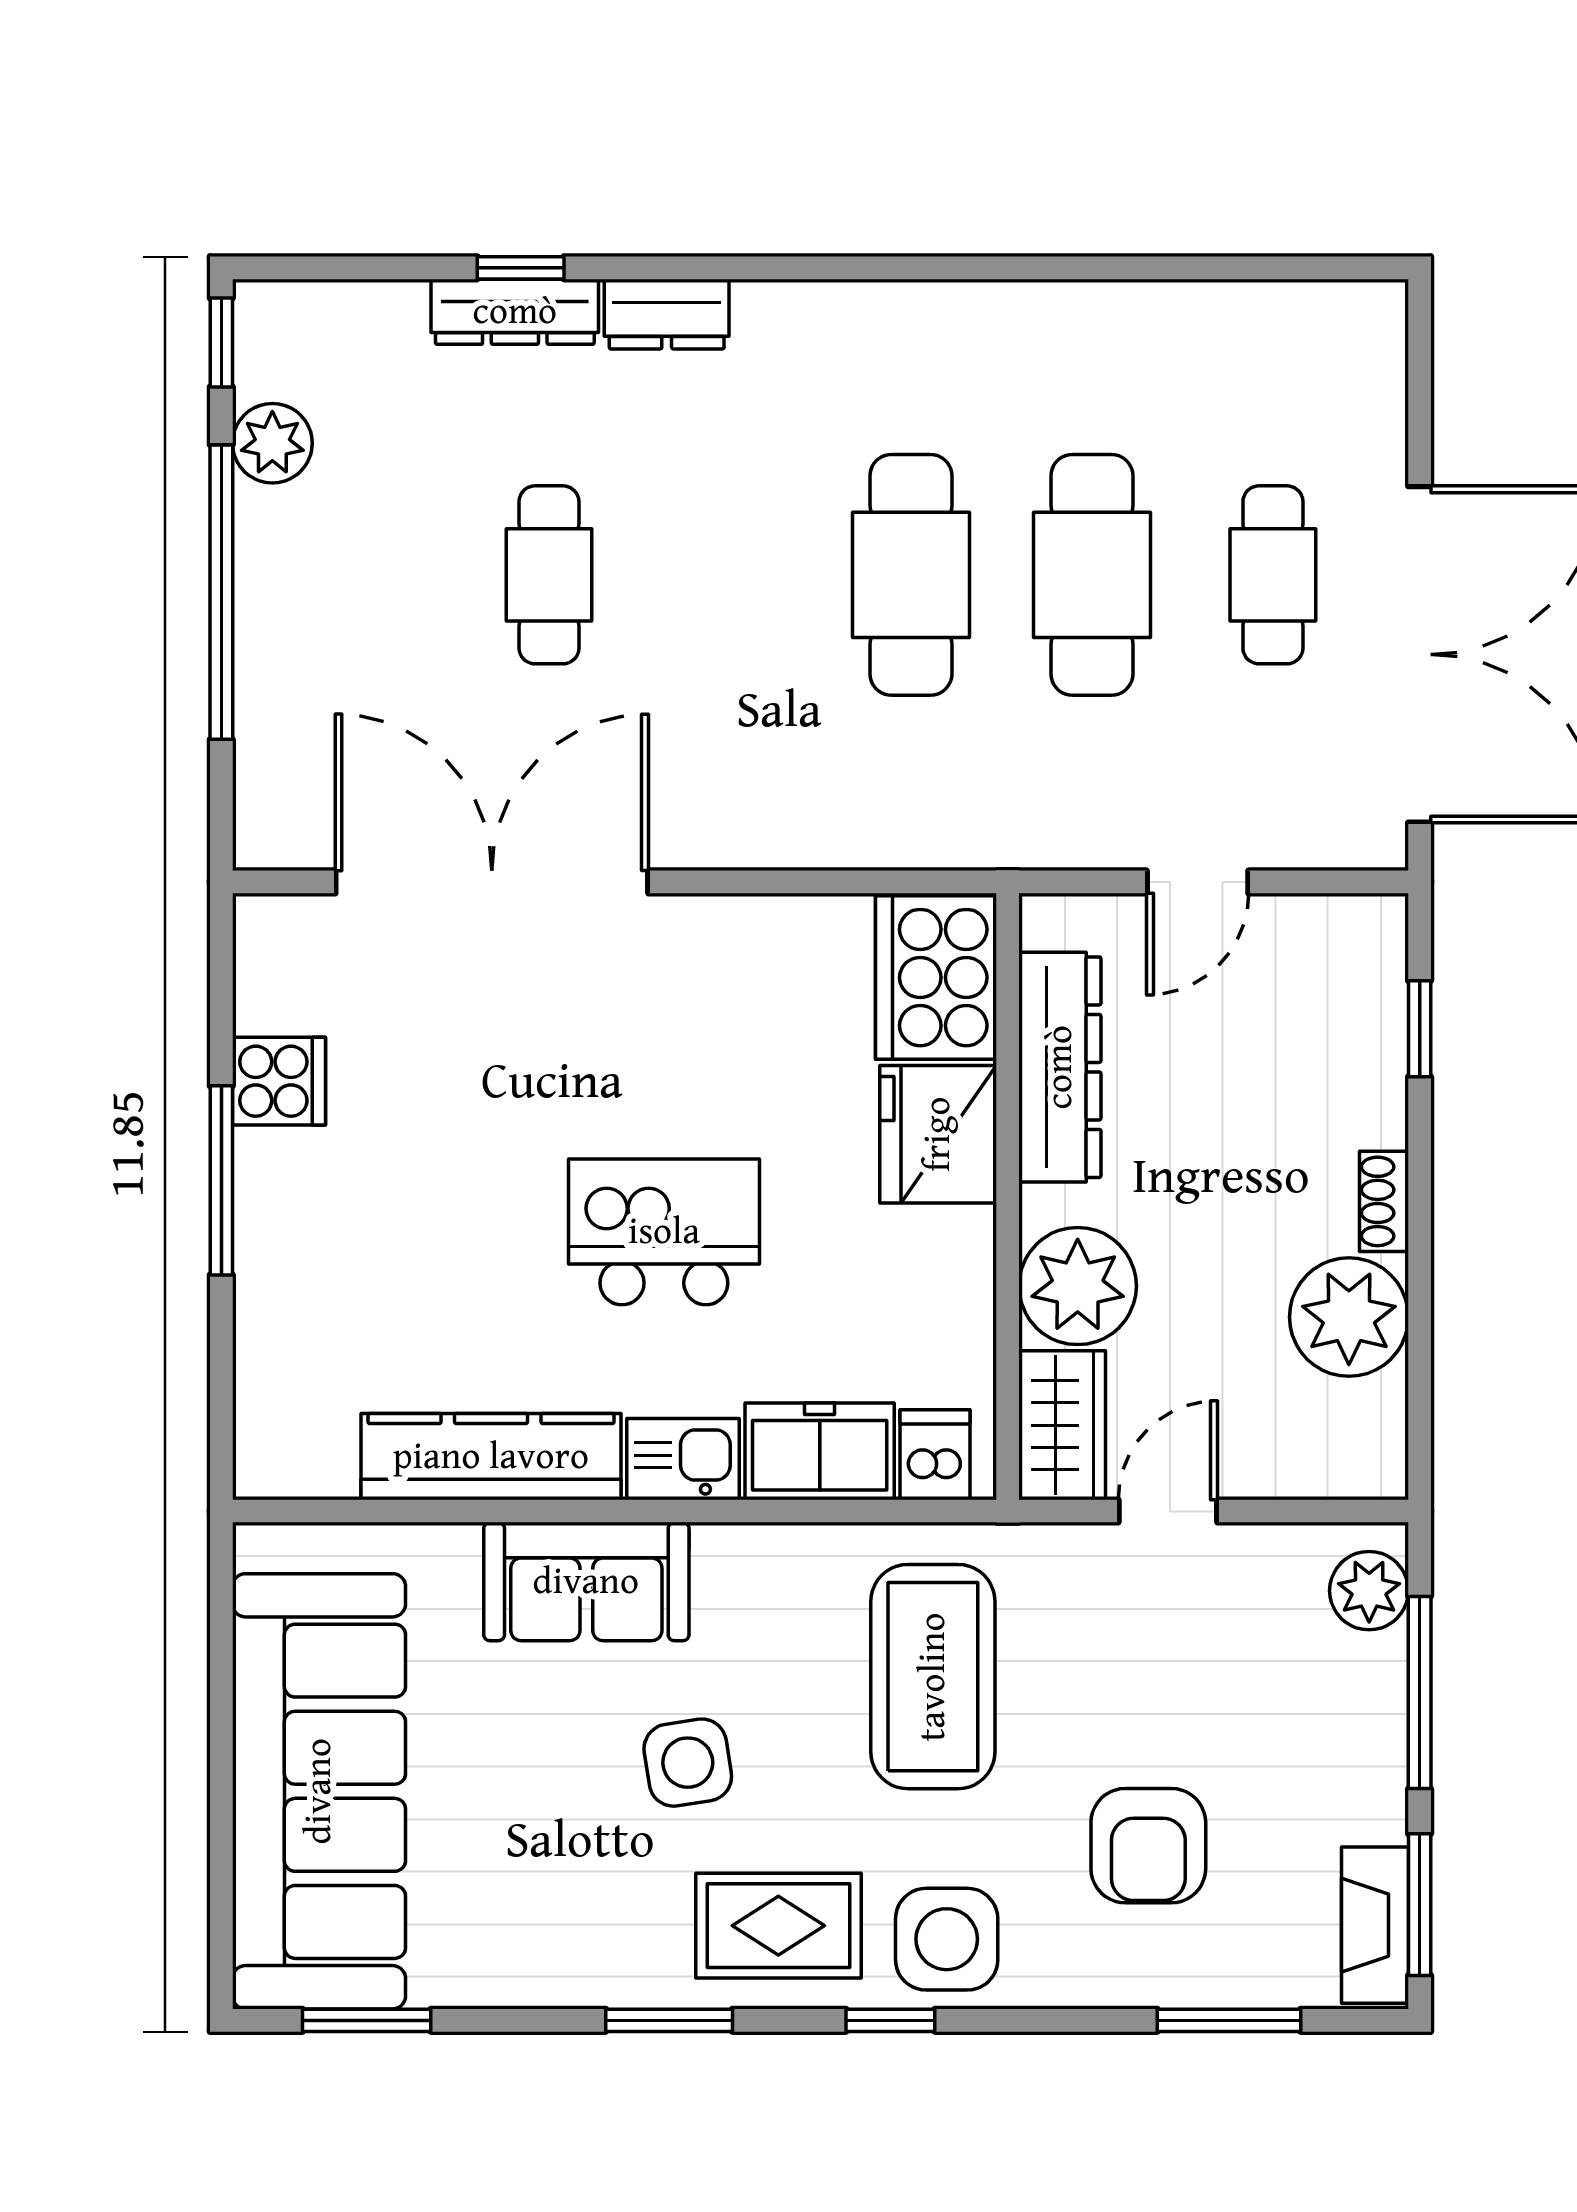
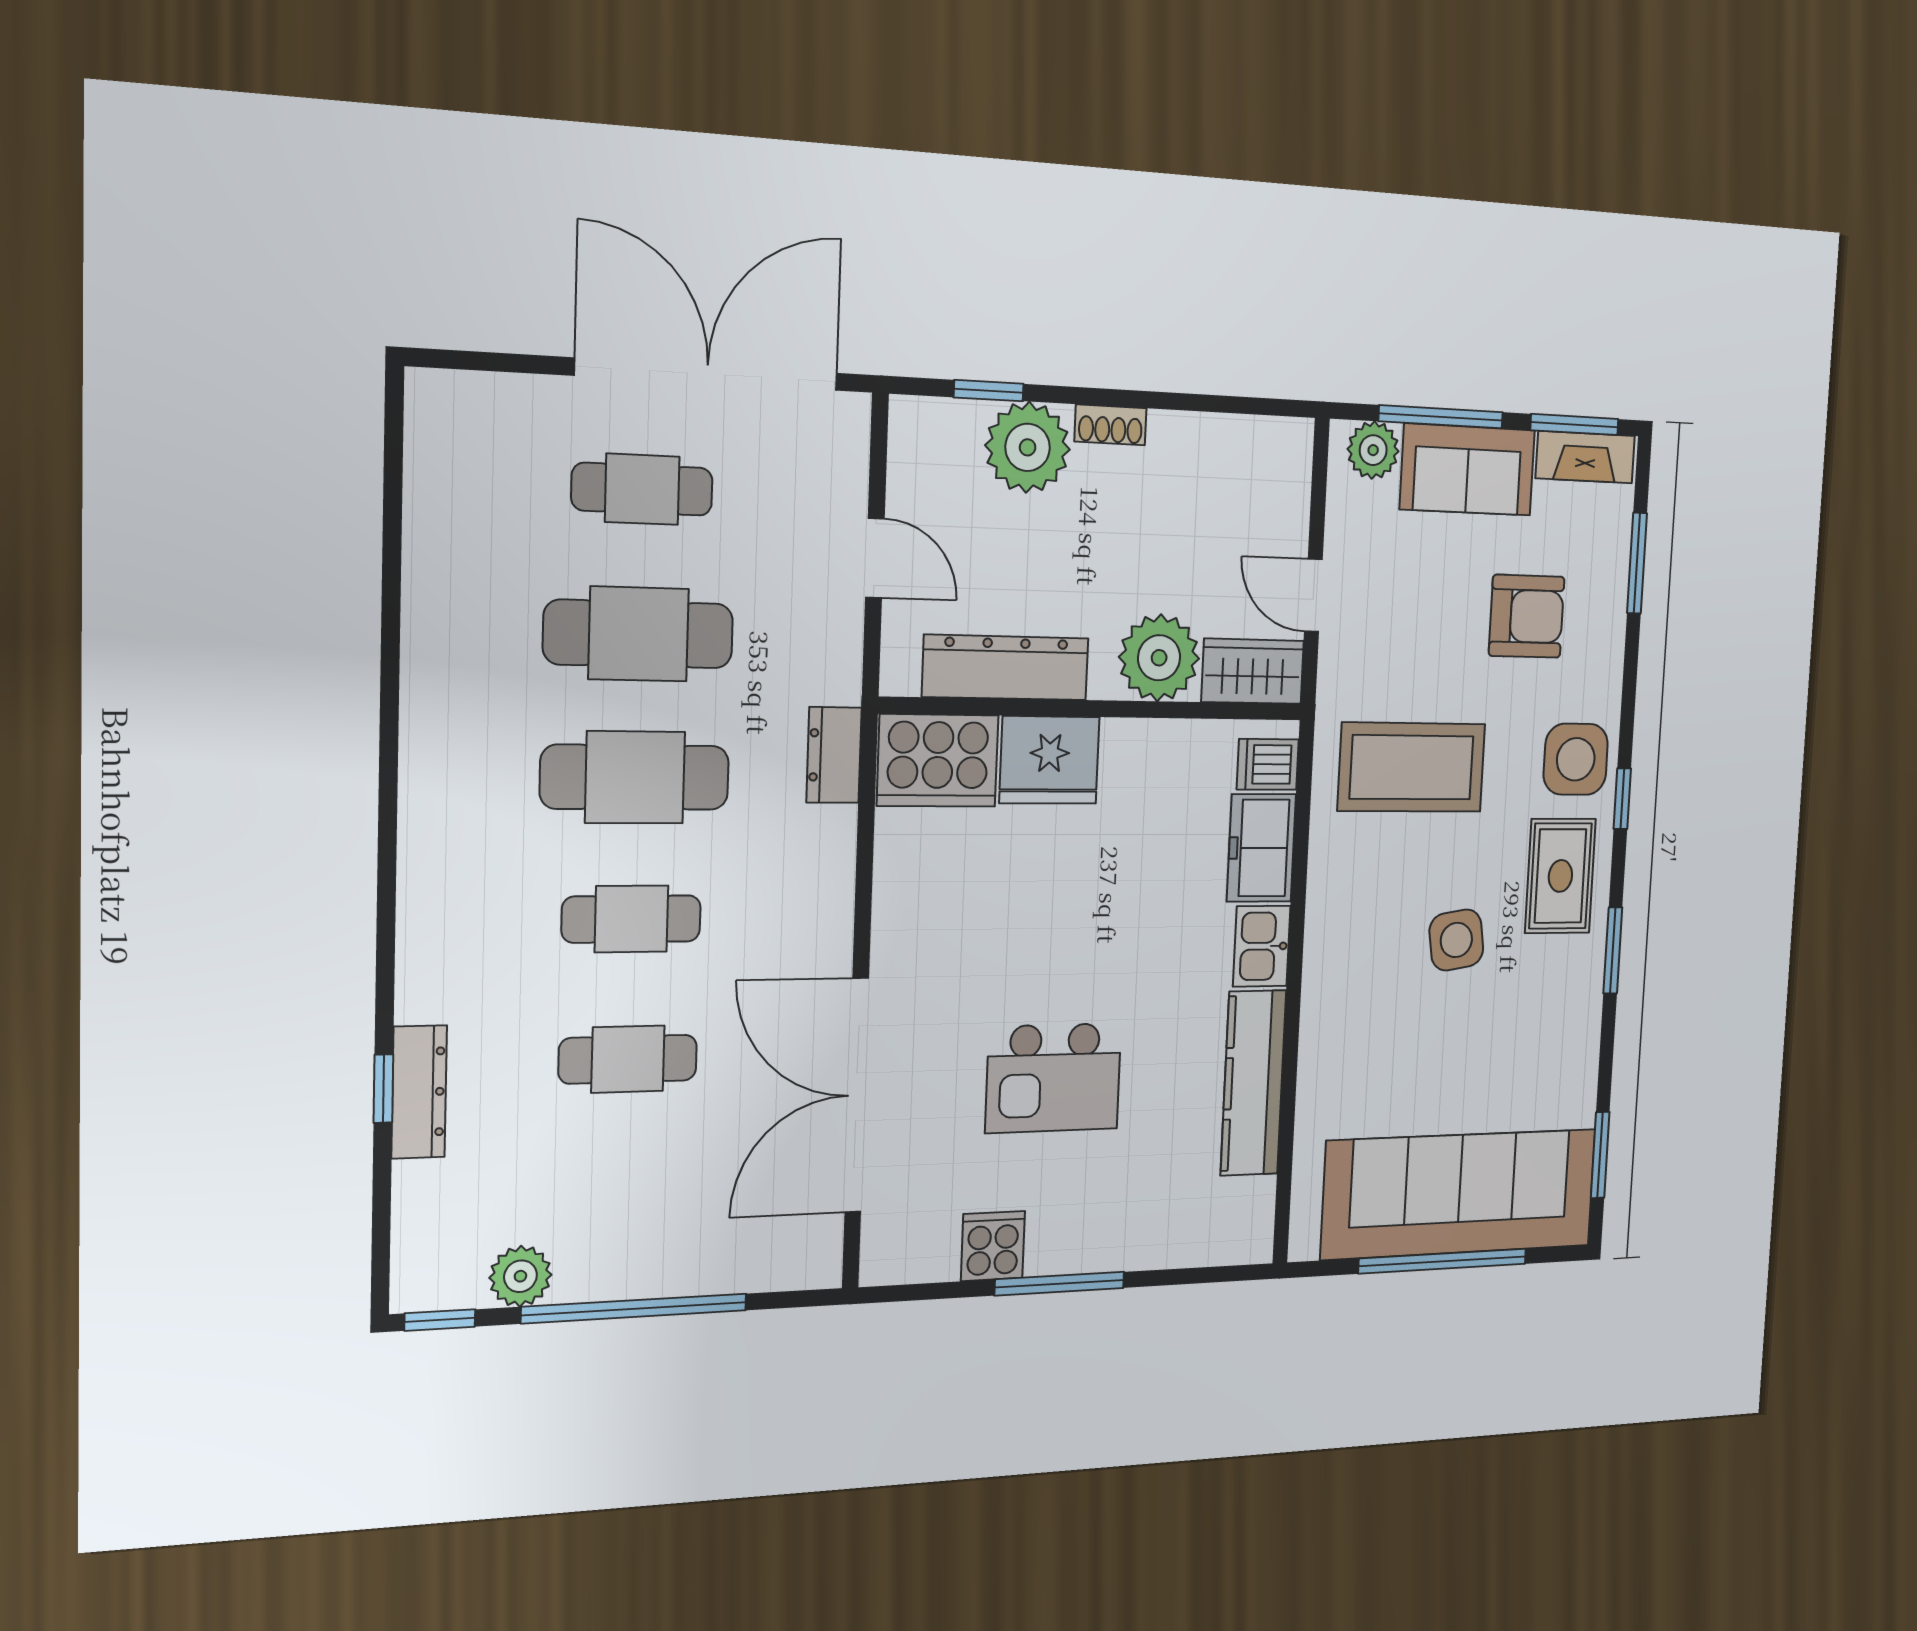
dresser: (667, 314) -> (834, 755), moved, turned 180
cafe table: (730, 575) -> (631, 919), added
kitchen island: (664, 1232) -> (1054, 1078), moved, turned -90
plant: (1349, 1317) -> (1028, 447), moved
sofa: (586, 1582) -> (1468, 470), moved, turned 90
window: (221, 1770) -> (1443, 1261), added

